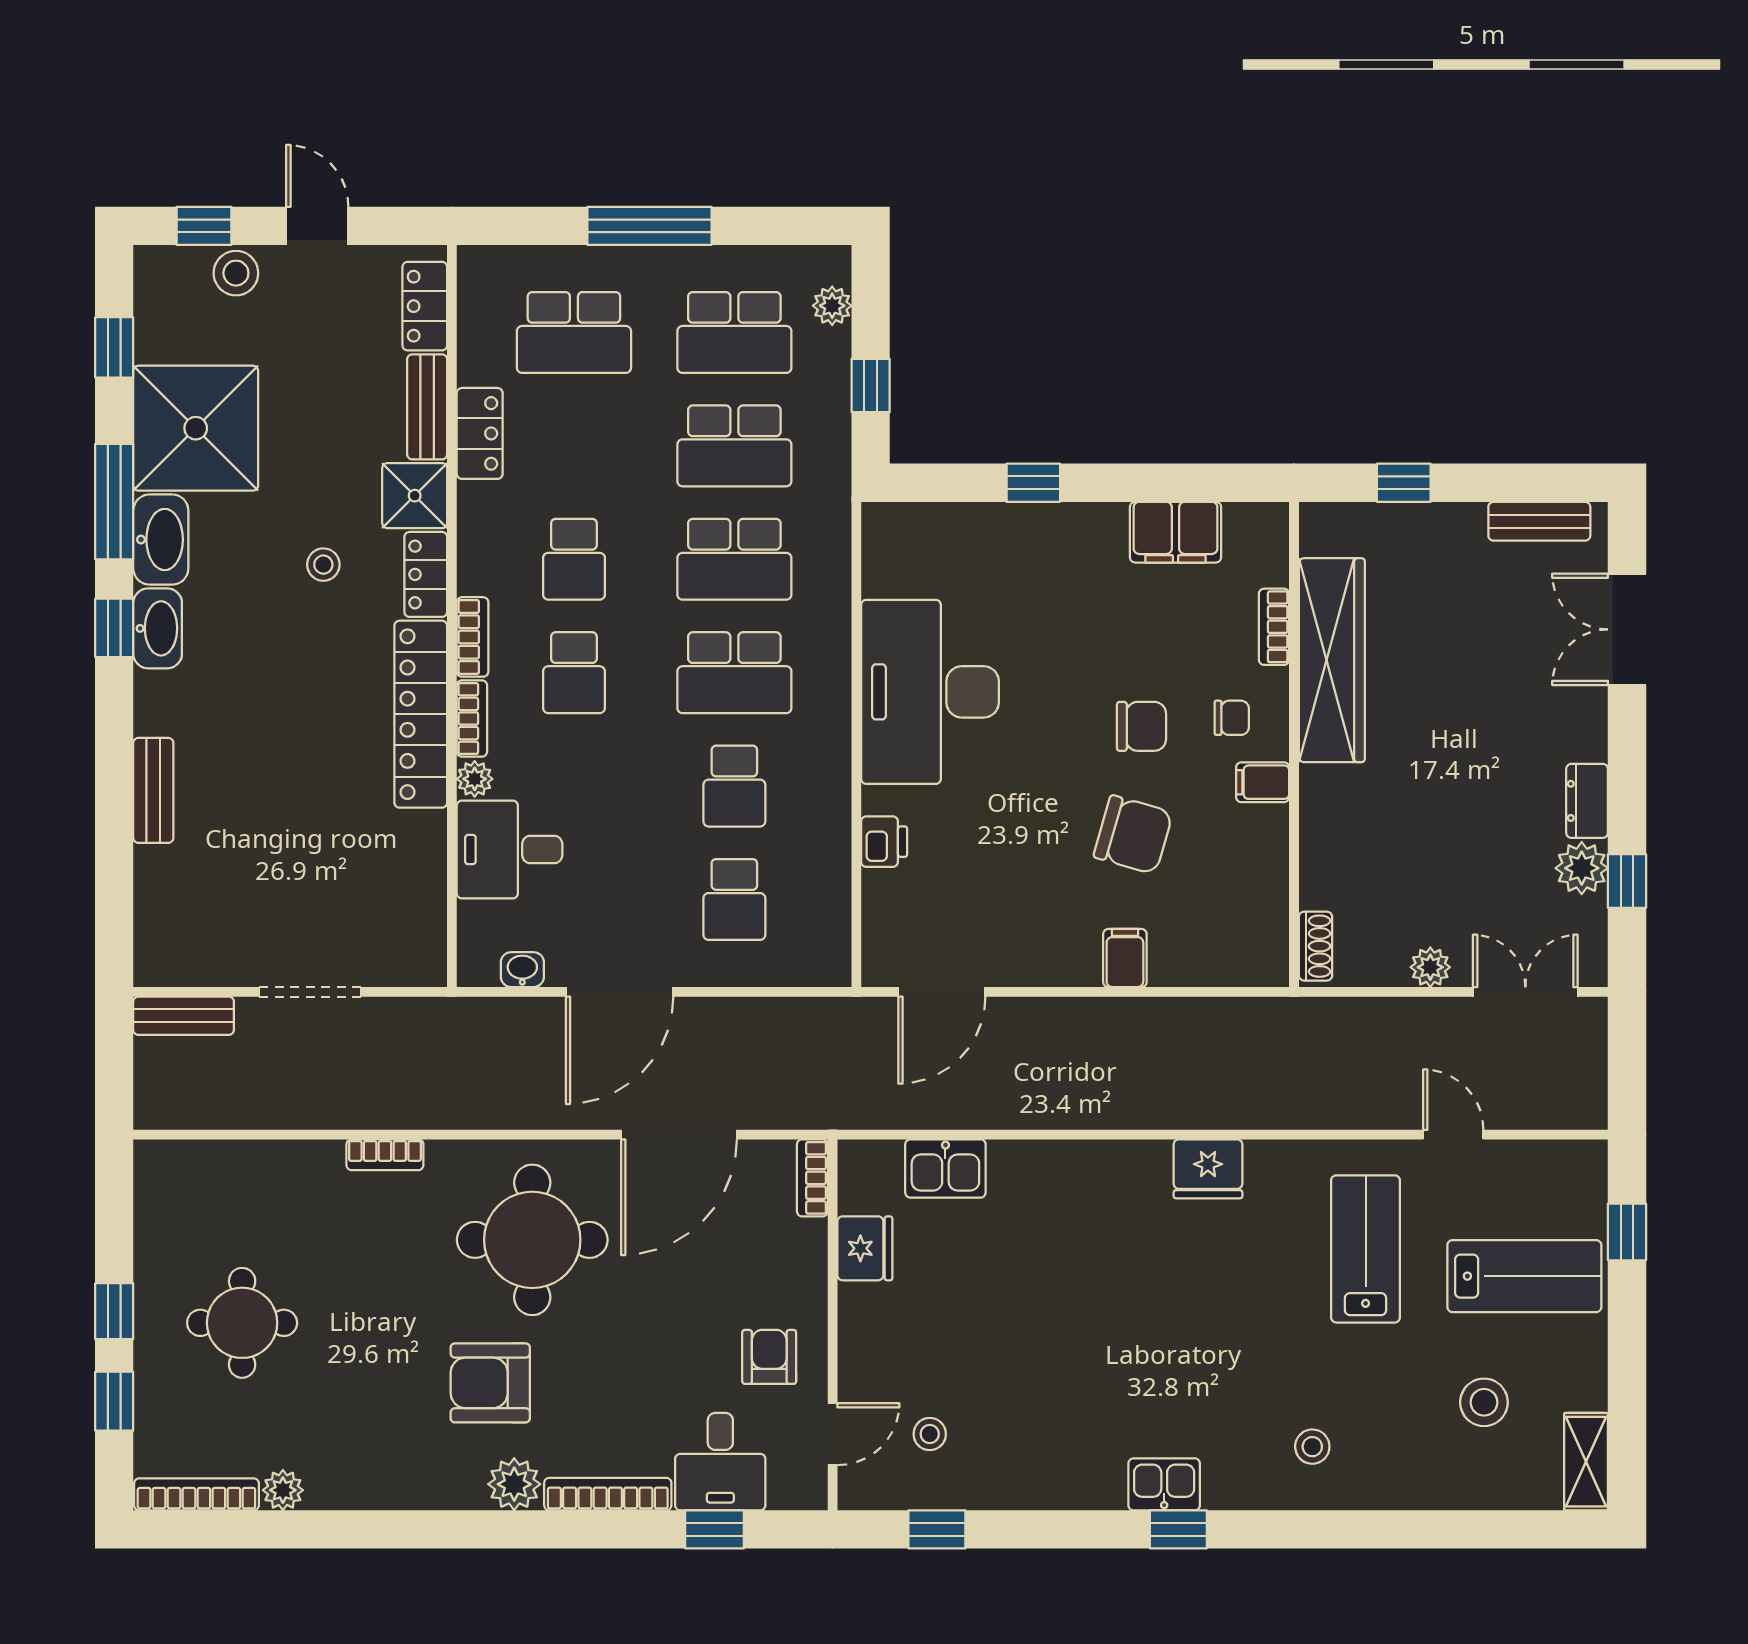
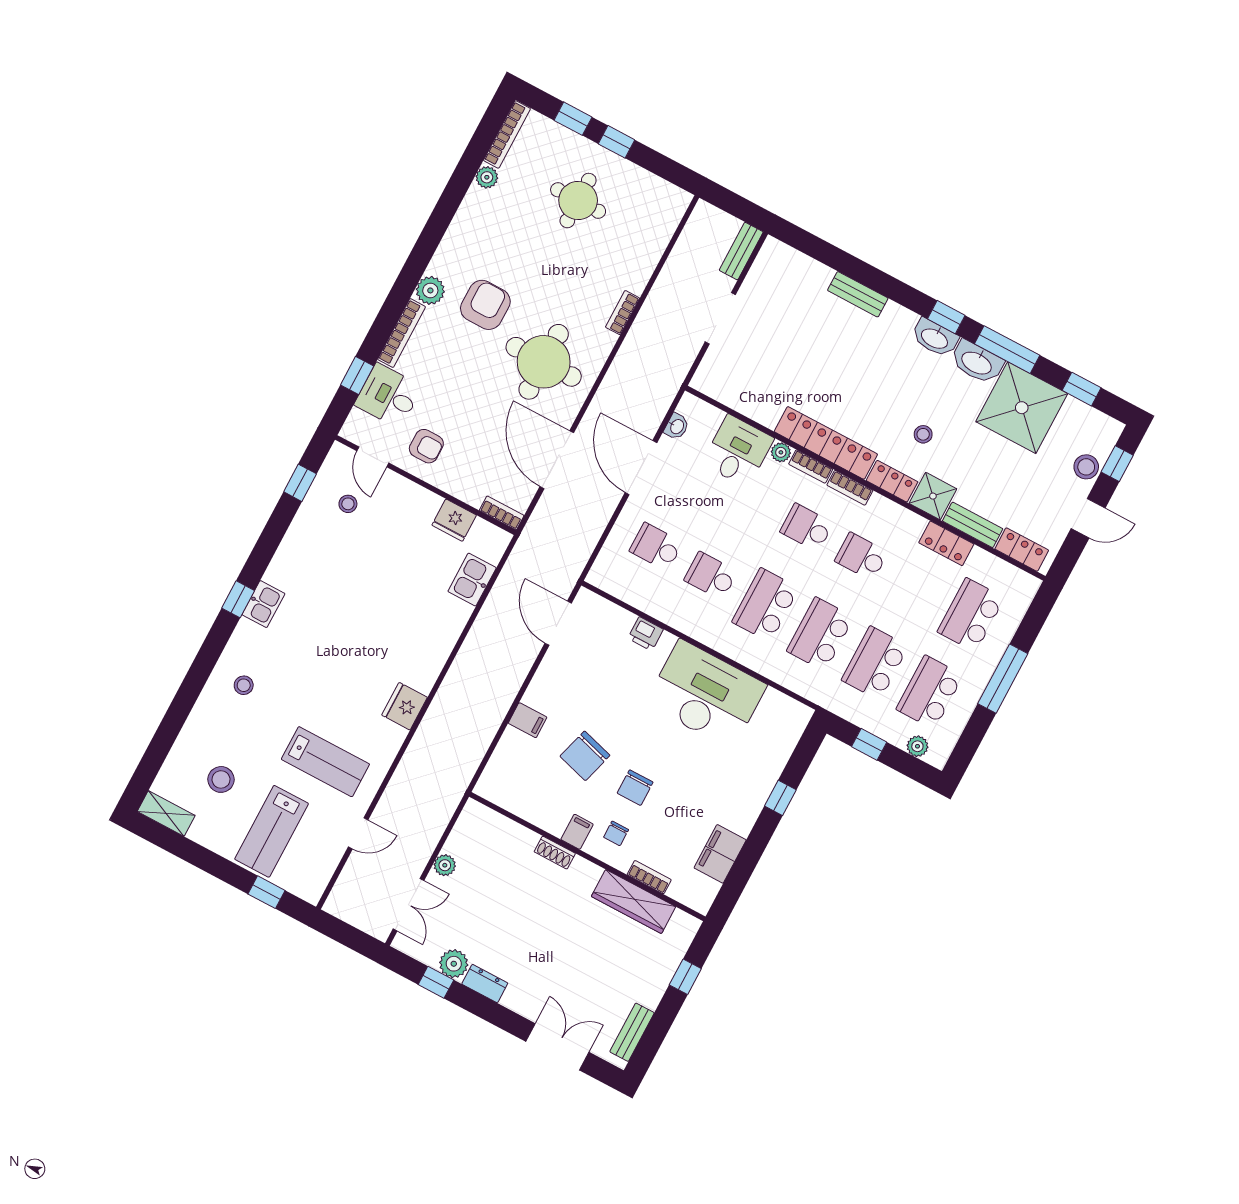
wardrobe: (1332, 660) -> (634, 902), width x0.71, depth x0.85
shoe rack: (1315, 946) -> (555, 853), moved

